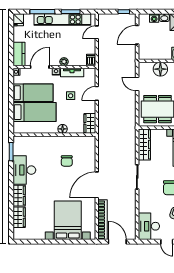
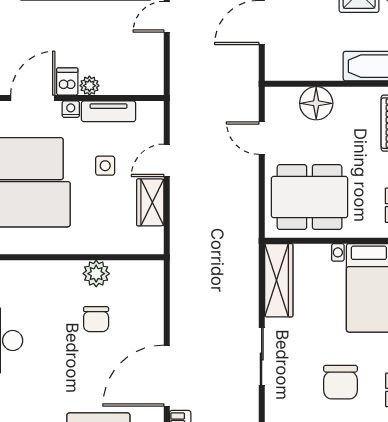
dishwasher: (91, 60) -> (67, 82), moved
wardrobe: (90, 123) -> (150, 202), moved
floor lamp: (63, 129) -> (86, 244), removed
plant: (67, 142) -> (96, 274), added

